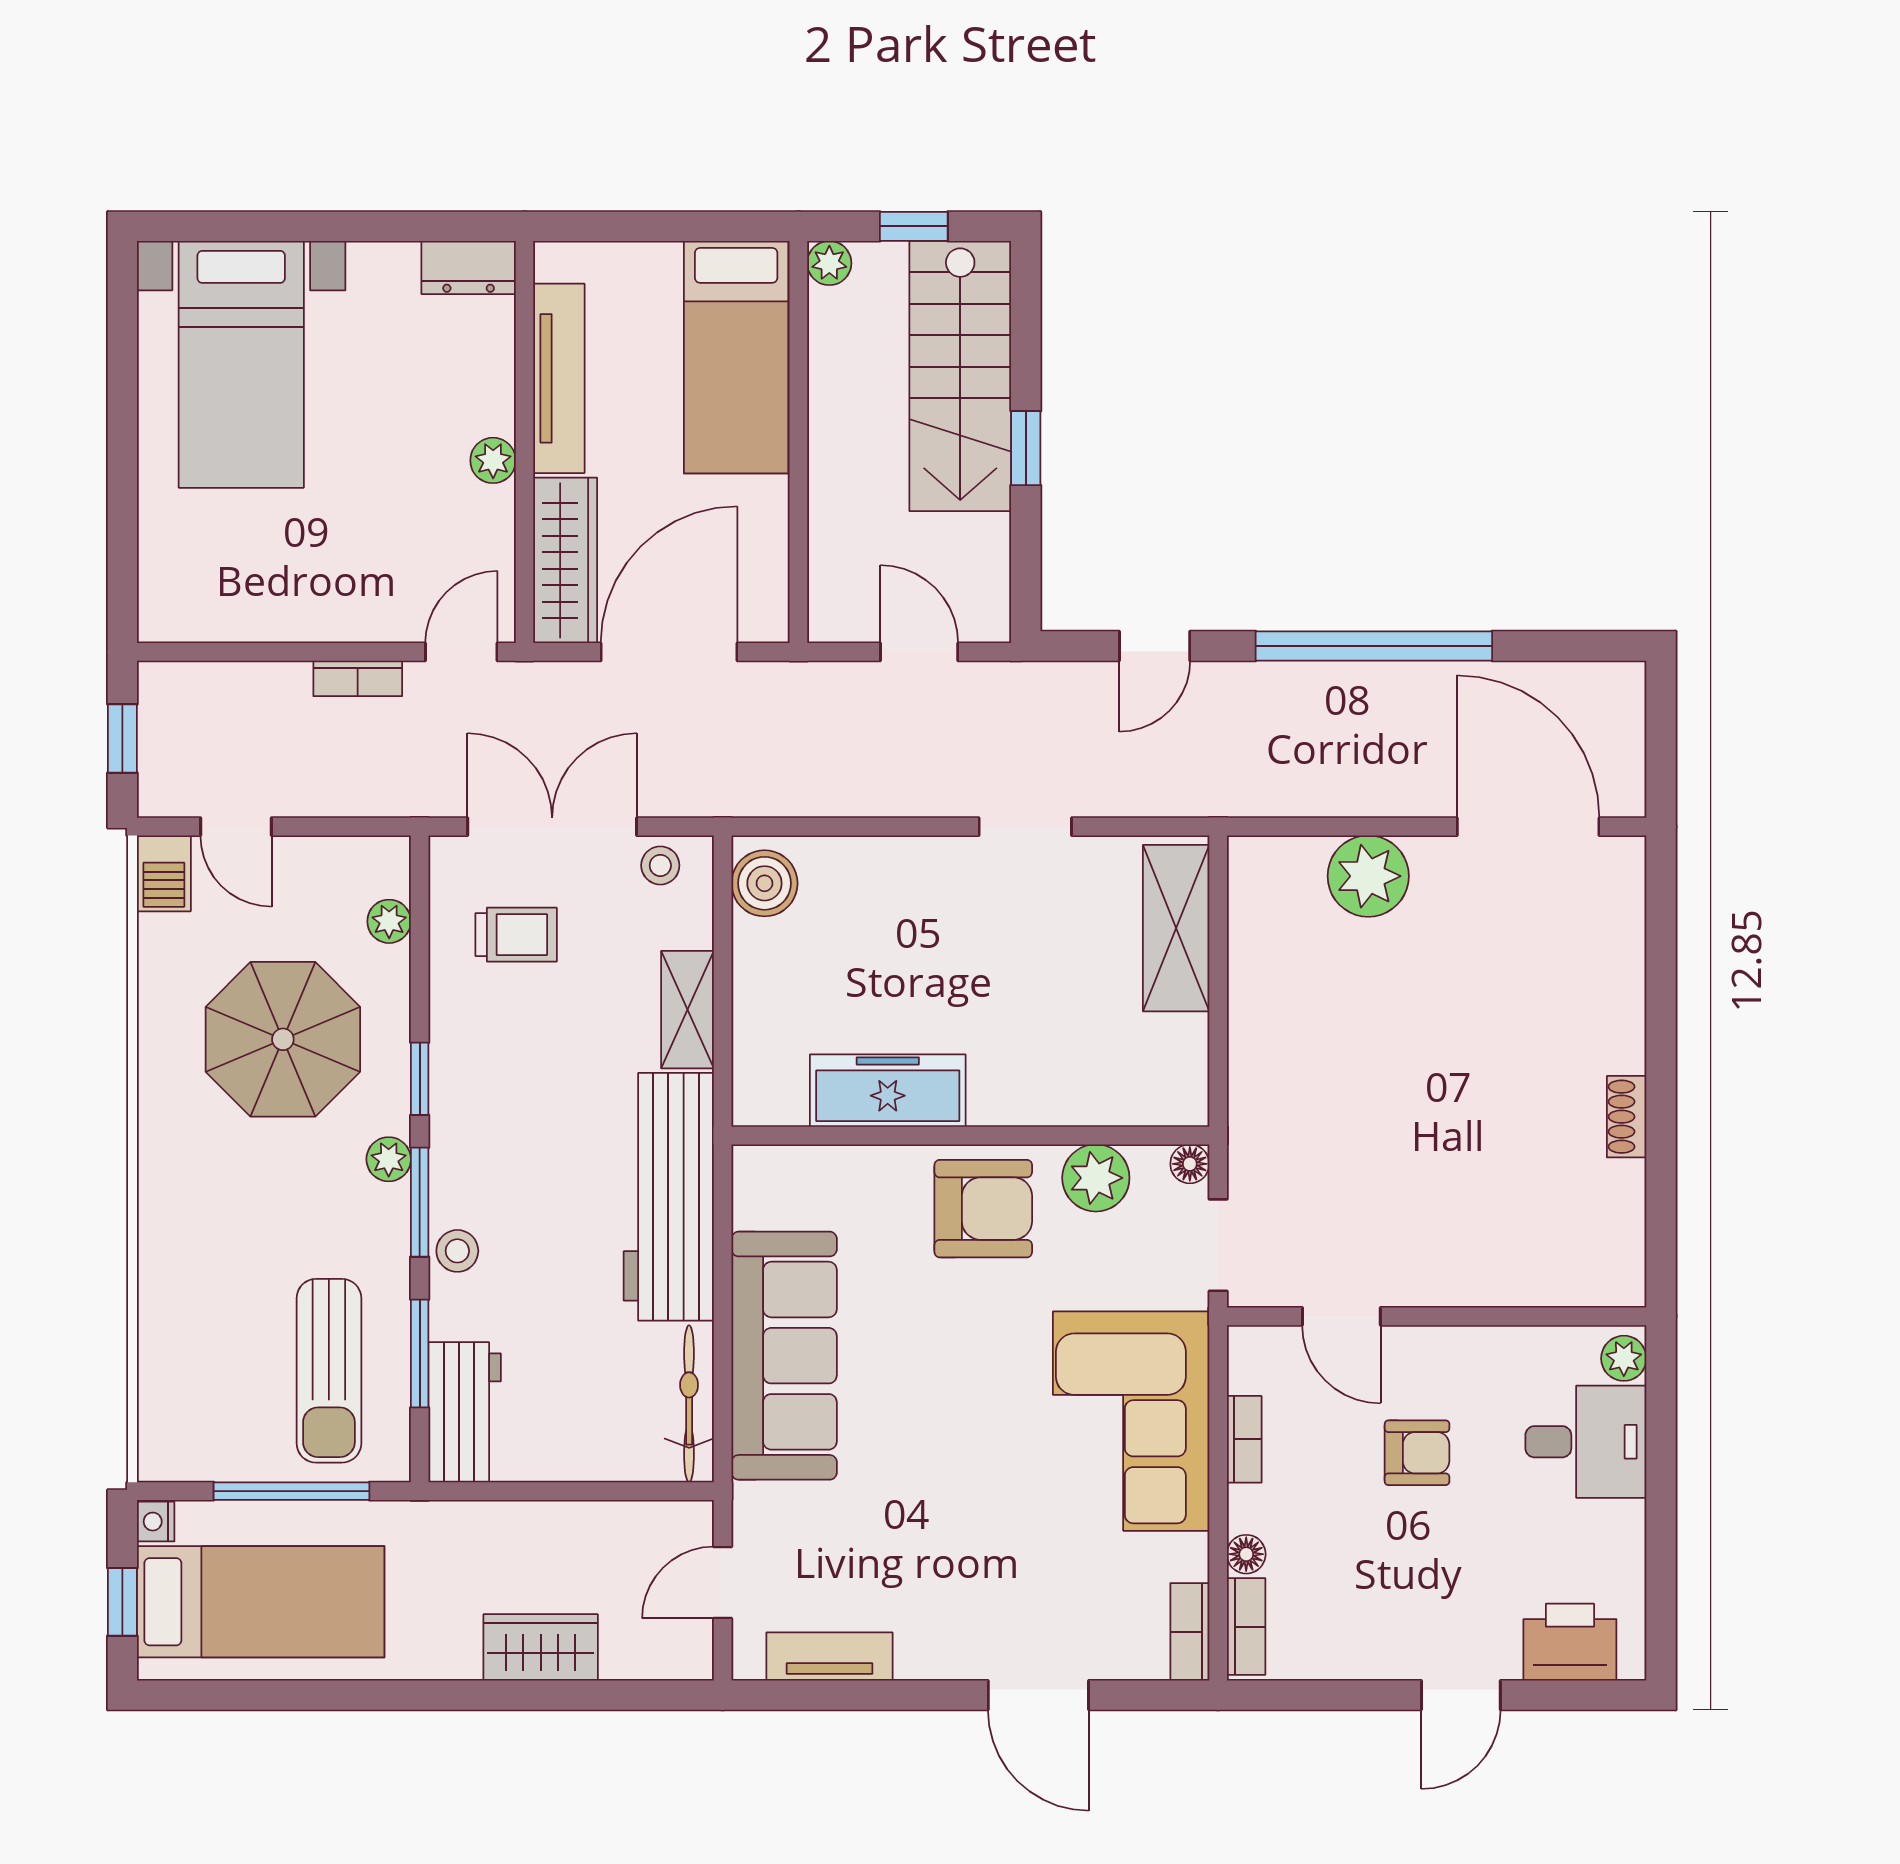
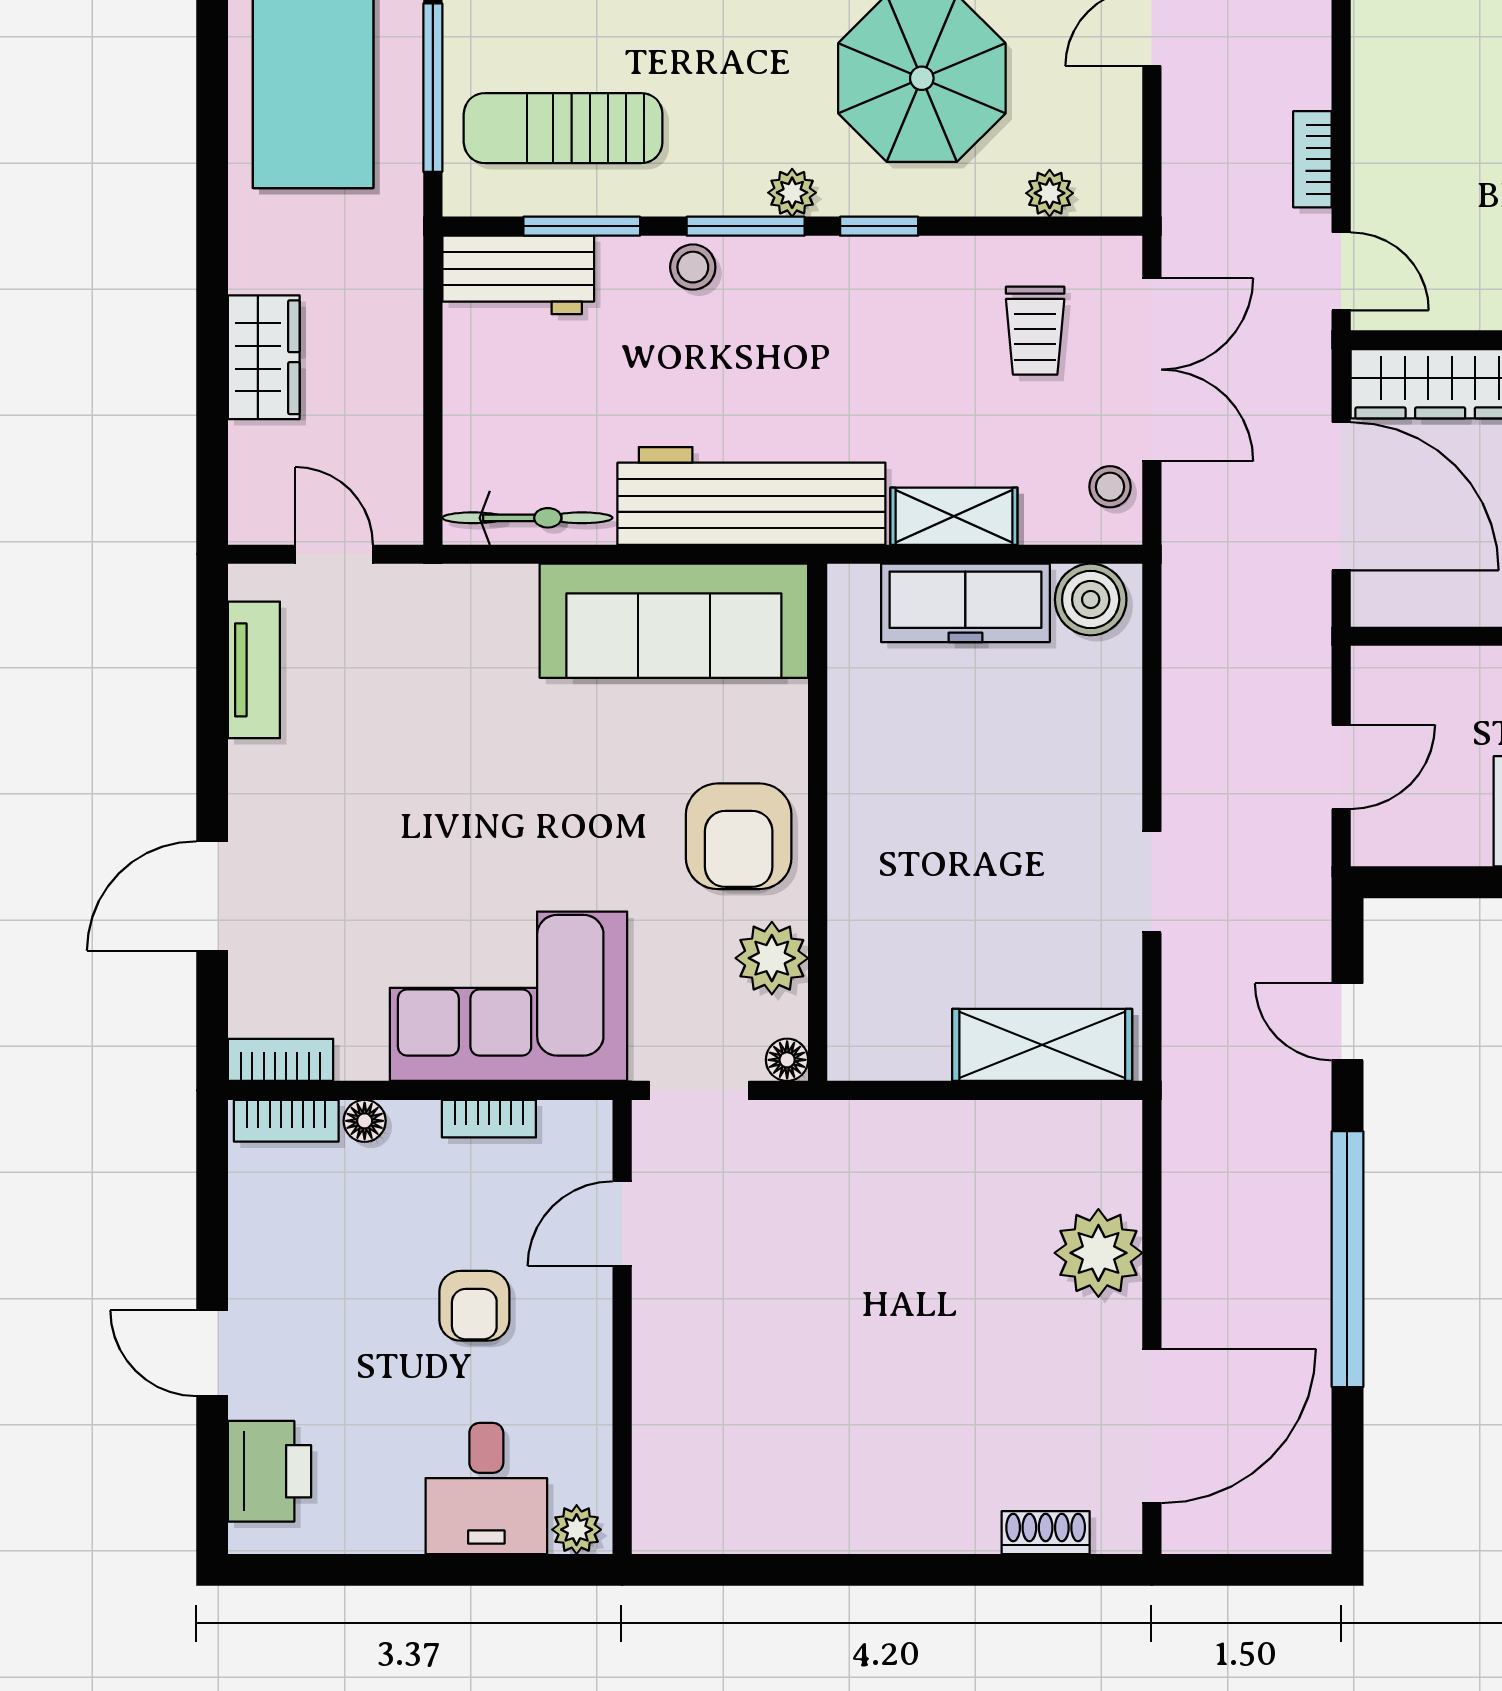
freezer: (888, 1091) -> (965, 603), moved, turned 90
shoe rack: (1627, 1117) -> (1046, 1533), moved
sofa: (784, 1356) -> (674, 621), moved

